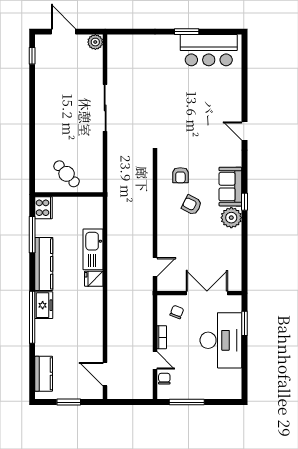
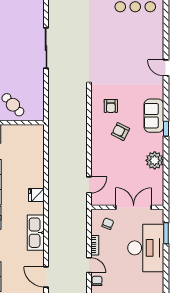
plant: (231, 218) -> (155, 160), moved
kitchen sink: (93, 249) -> (36, 233), moved

